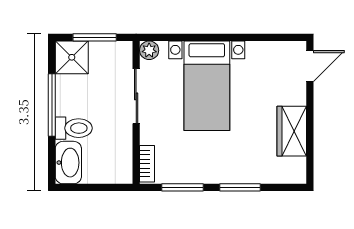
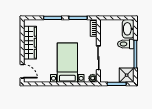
door: (310, 66) -> (22, 71), swing flipped
wardrobe: (292, 131) -> (30, 43), width x1.50

